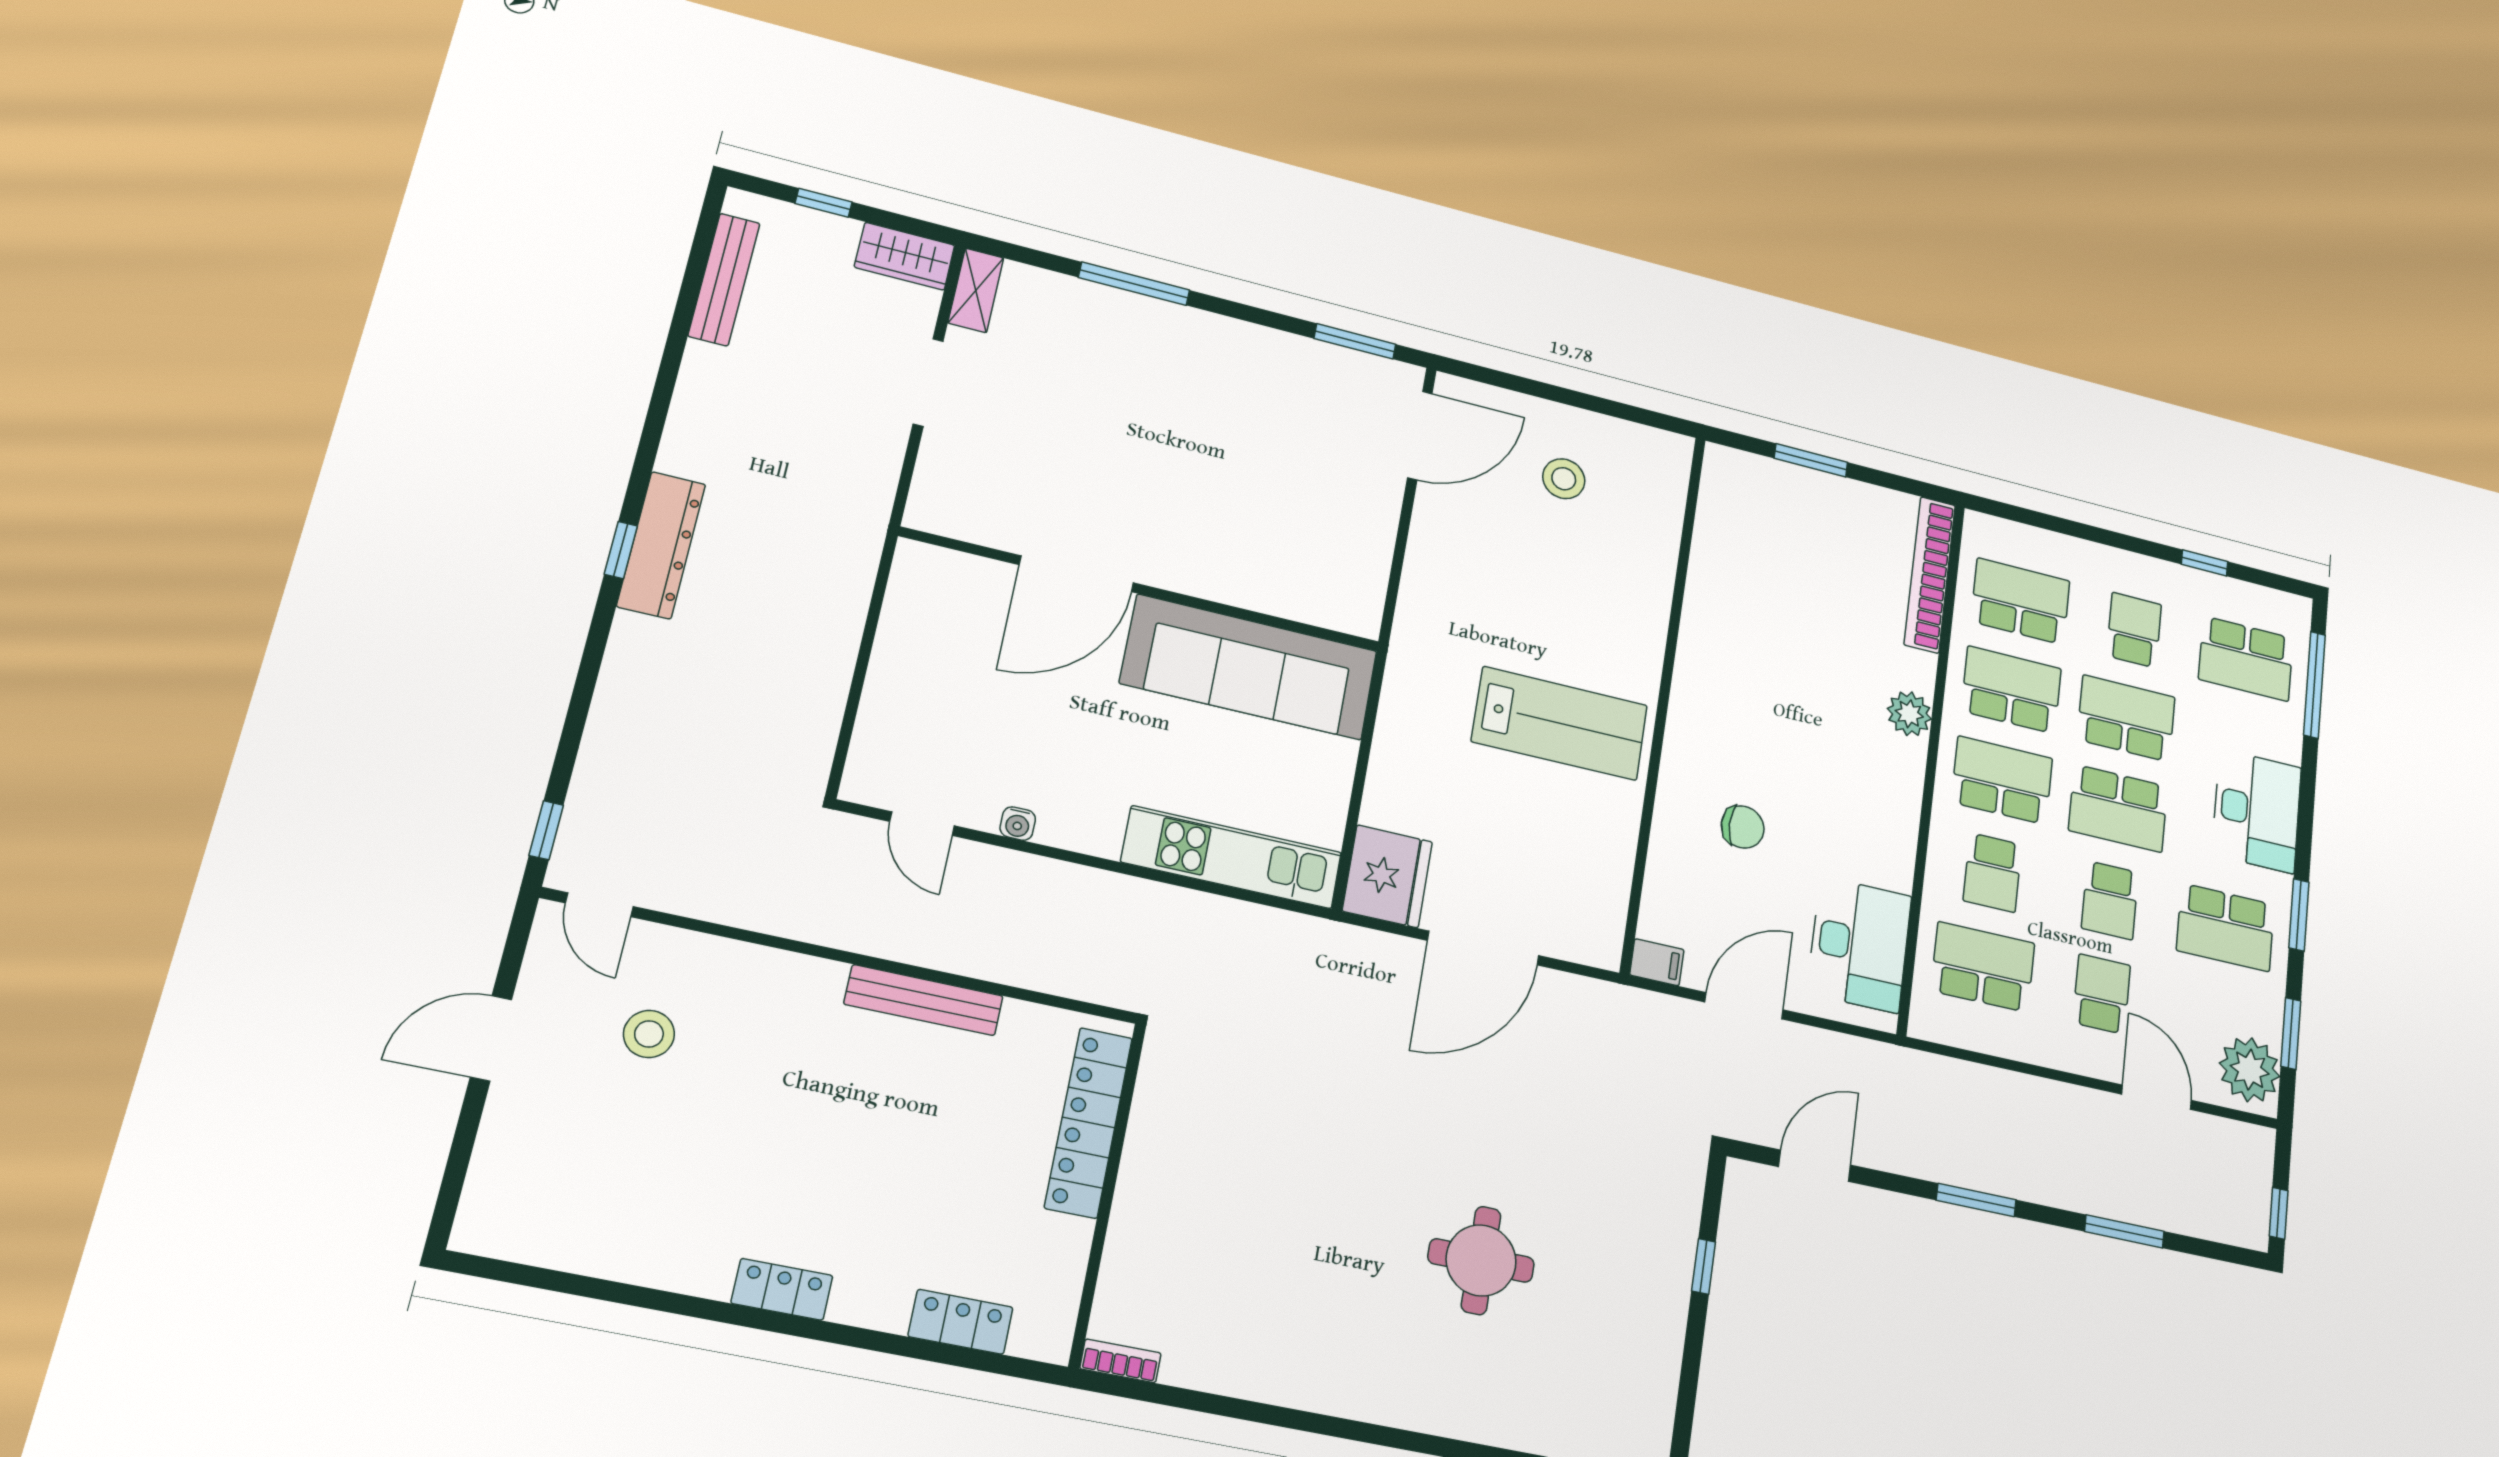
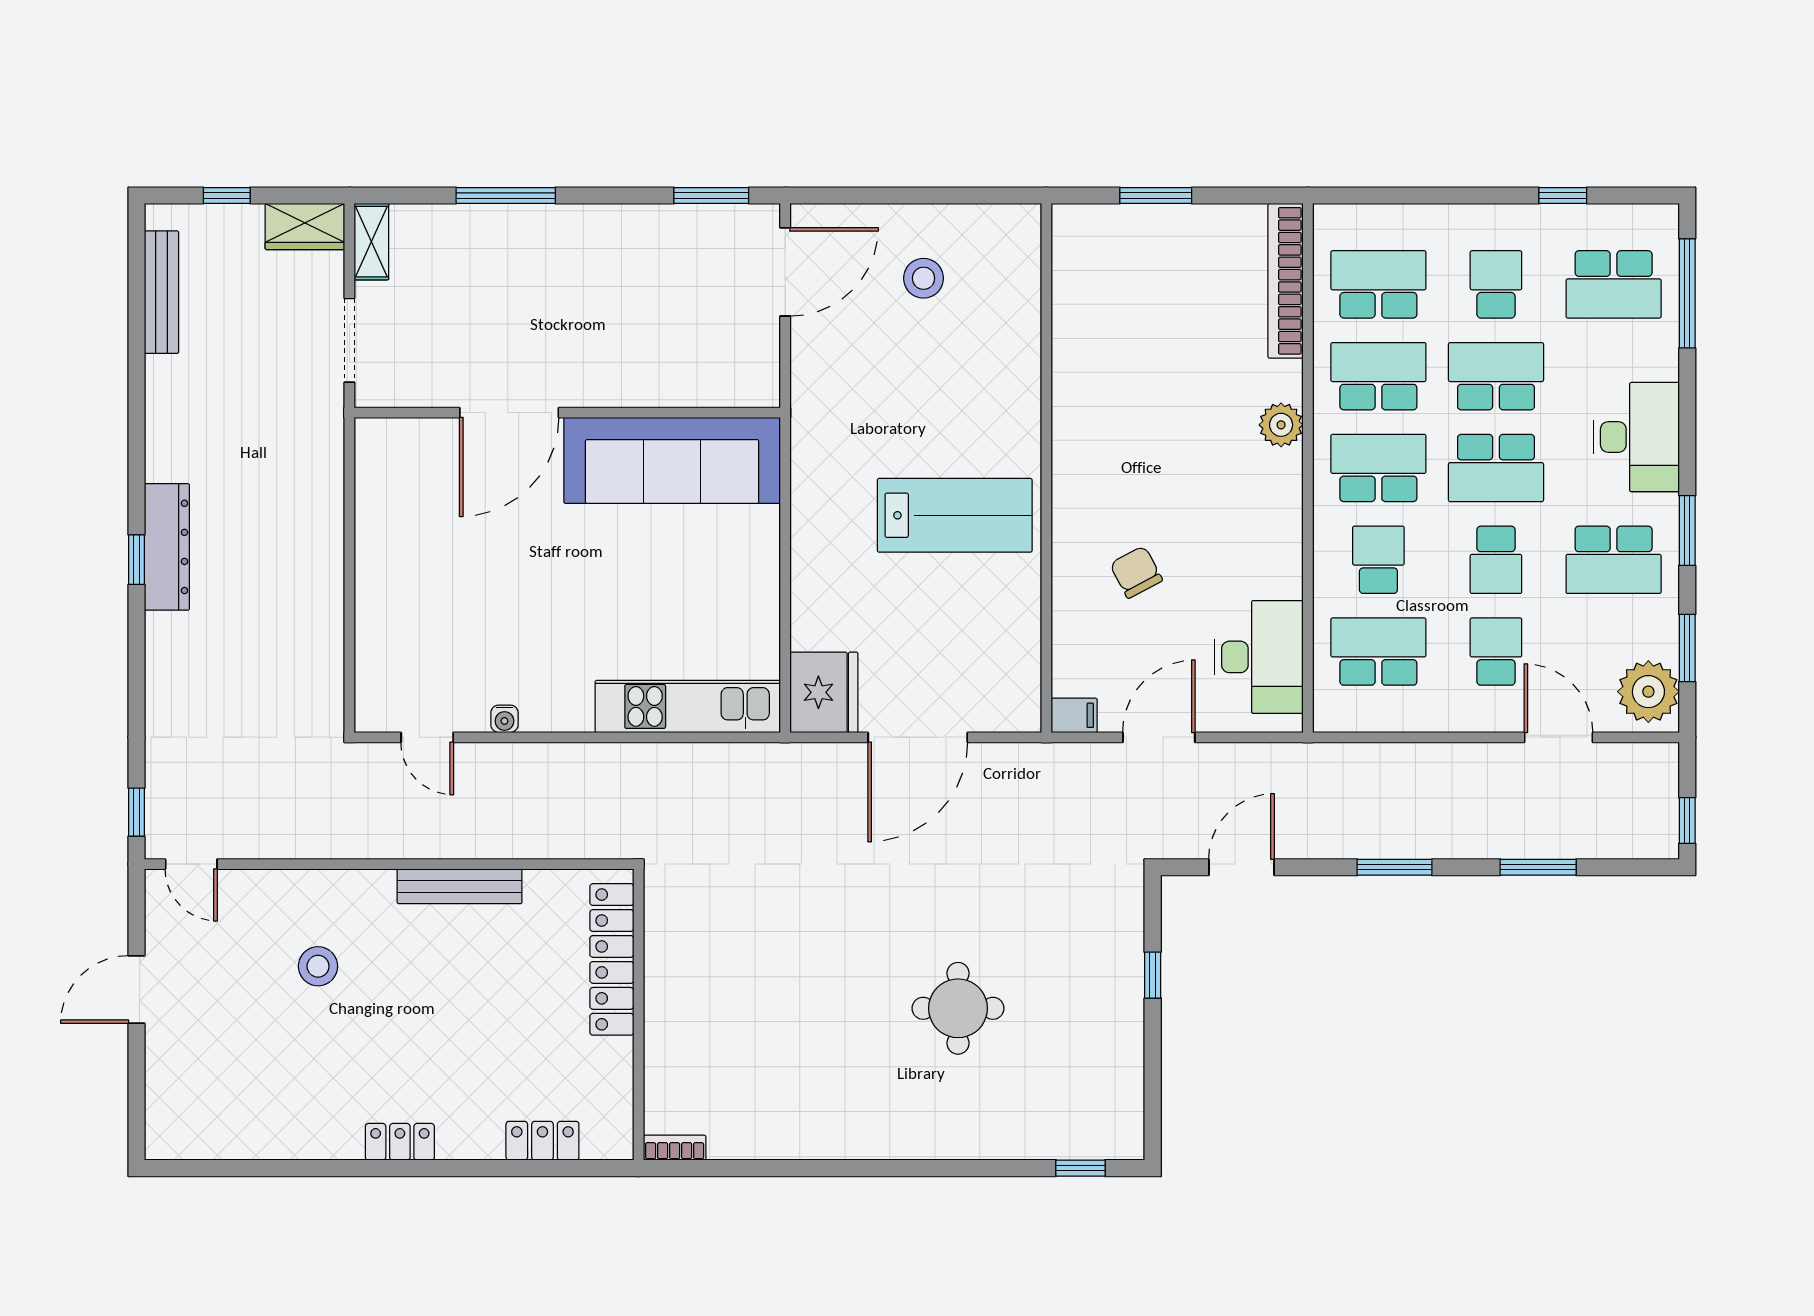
door: (1076, 574) -> (509, 413), moved
wall: (1142, 590) -> (567, 413), moved
sofa: (1249, 667) -> (672, 460), moved
chair: (1743, 827) -> (1136, 572), turned -118
school desk: (1993, 873) -> (1378, 560), turned 180
stool: (649, 1034) -> (318, 966), moved

